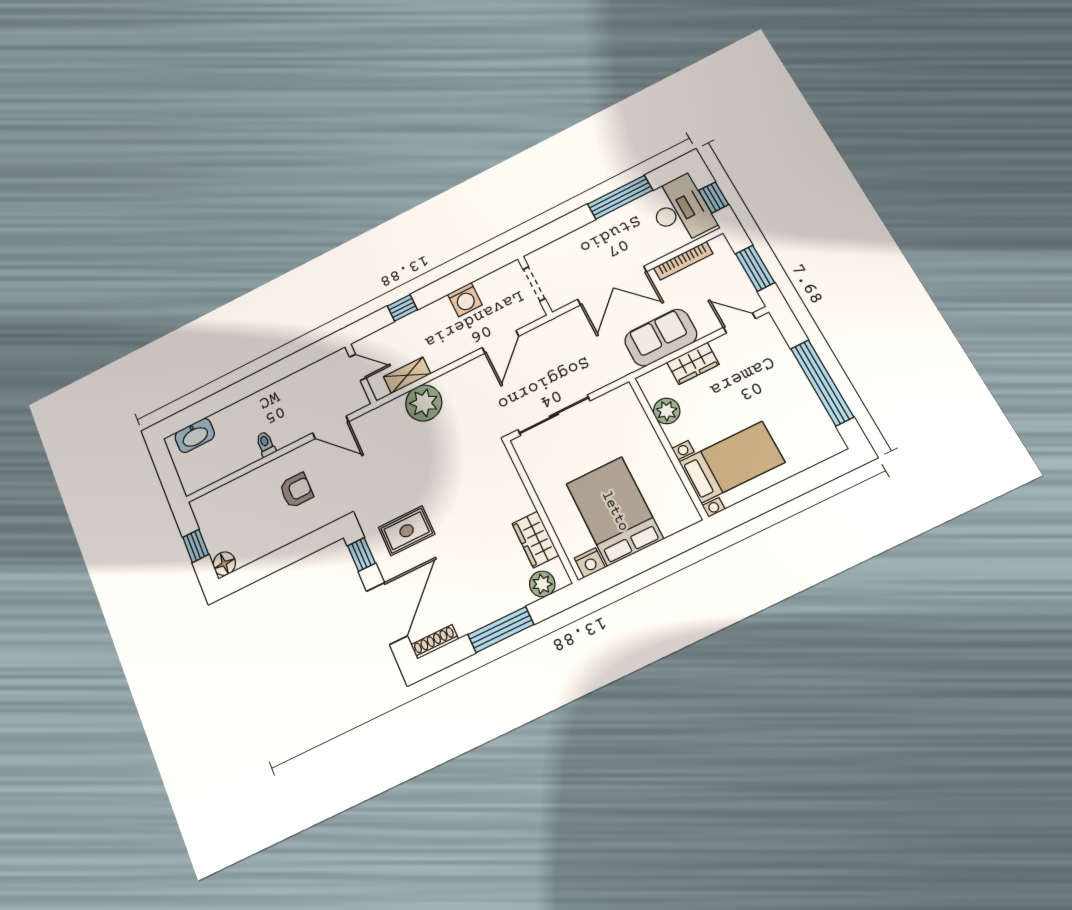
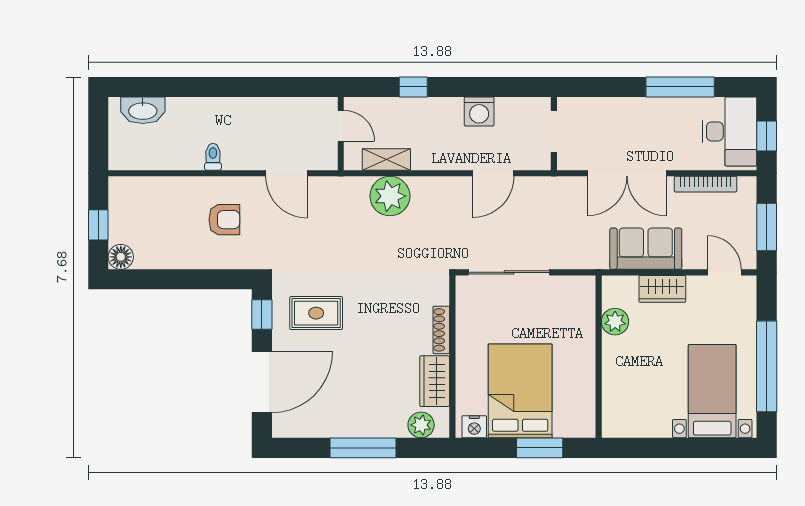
bed with nightstands: (732, 462) -> (712, 391), moved, turned -90
window: (658, 553) -> (540, 448), added
shoe rack: (435, 642) -> (441, 330), moved, turned -90

